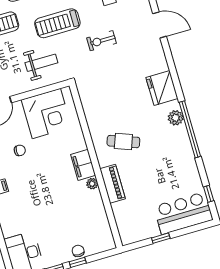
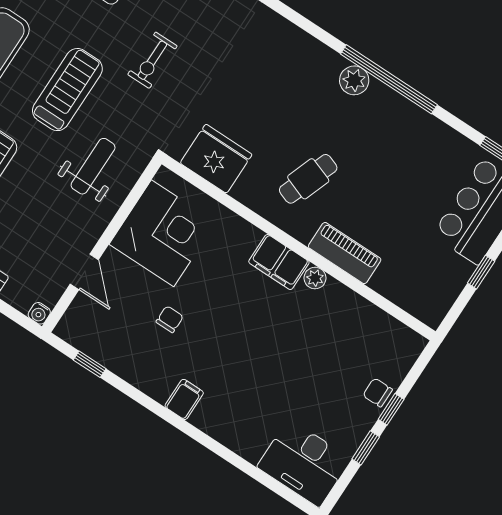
treadmill: (57, 23) -> (67, 90), turned 180
fridge: (162, 88) -> (216, 159), moved, turned 180

